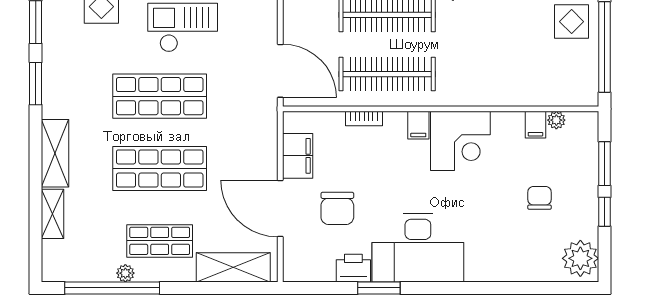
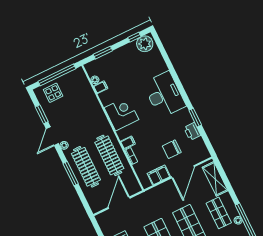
door: (280, 71) -> (119, 203), moved
filing cabinet: (418, 125) -> (128, 143), moved
chair: (539, 198) -> (129, 72), removed
chair: (337, 208) -> (172, 149), turned 180
window: (604, 212) -> (134, 37), moved
desk: (418, 248) -> (164, 95), moved

